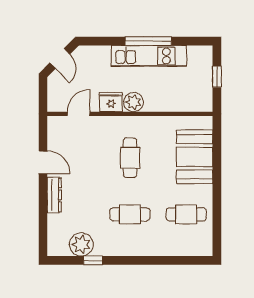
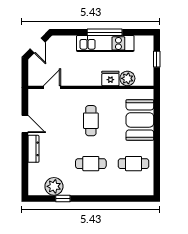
fridge: (111, 102) -> (110, 78), moved
plant: (133, 102) -> (127, 78), moved

